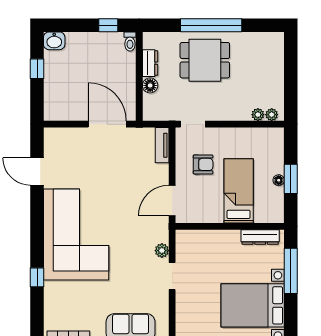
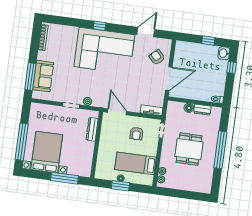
window: (108, 25) -> (232, 68), moved
dining table: (205, 60) -> (189, 149), moved
armchair: (75, 148) -> (157, 57), added
bed: (239, 191) -> (135, 163), moved, turned 180
dresser: (260, 237) -> (92, 129), moved
window: (37, 277) -> (100, 26), moved

